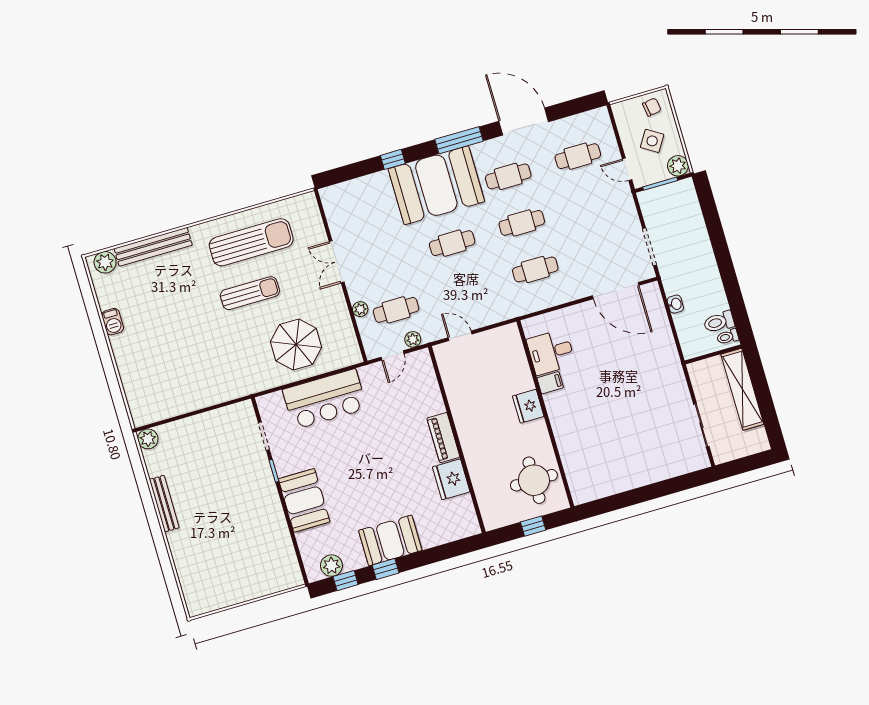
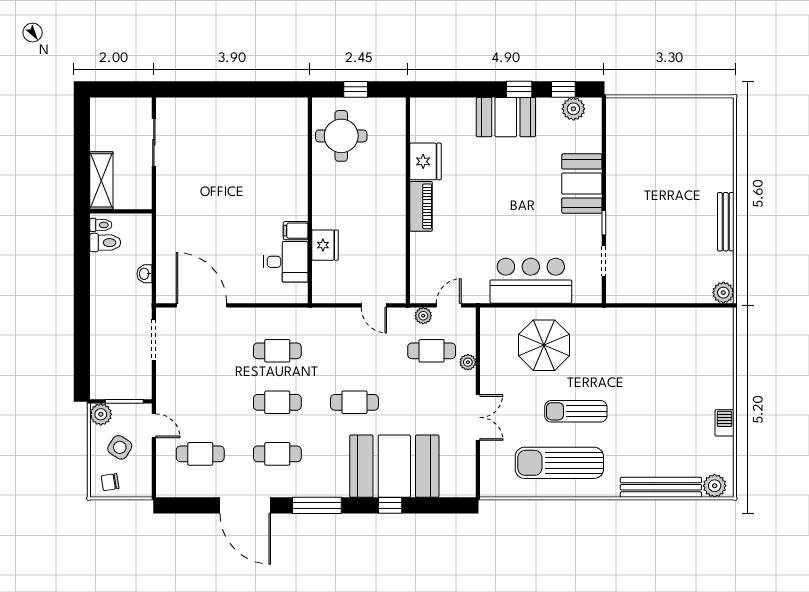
booth: (436, 185) -> (394, 466), moved
shelving: (742, 389) -> (101, 180), width x0.68
fridge: (528, 406) -> (325, 245), moved

